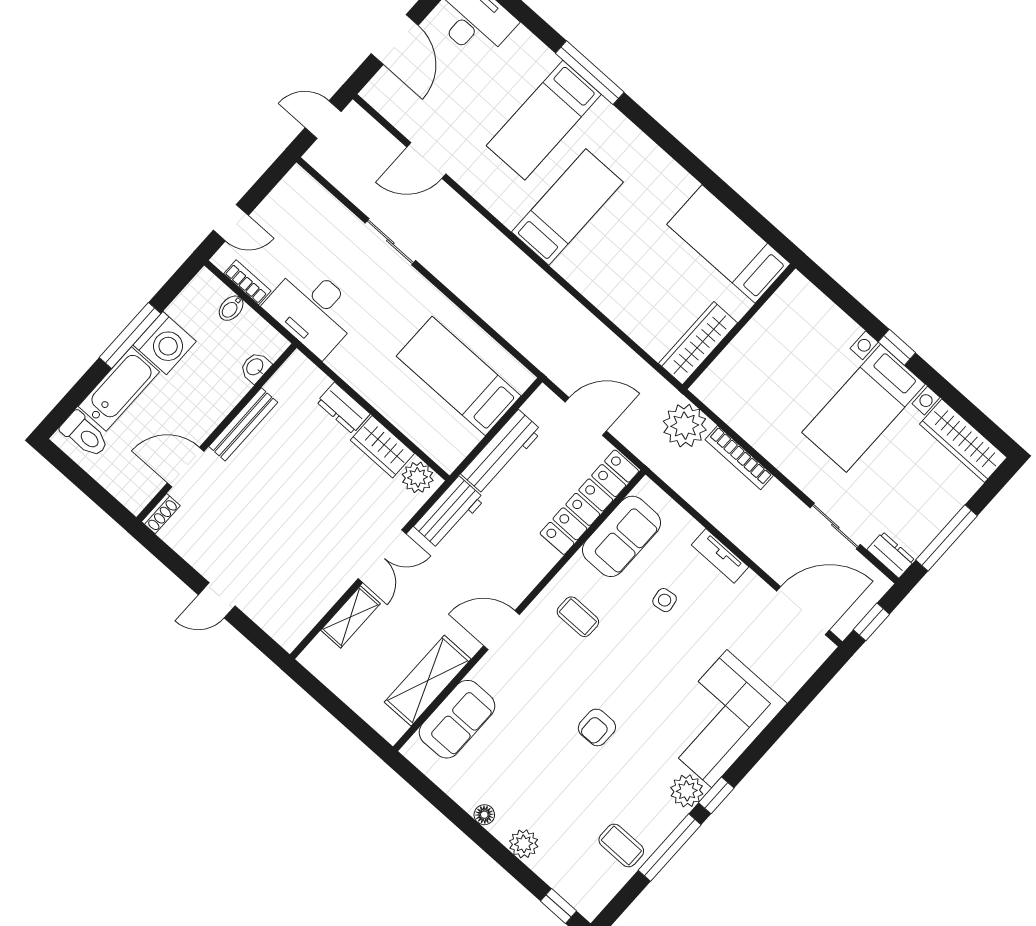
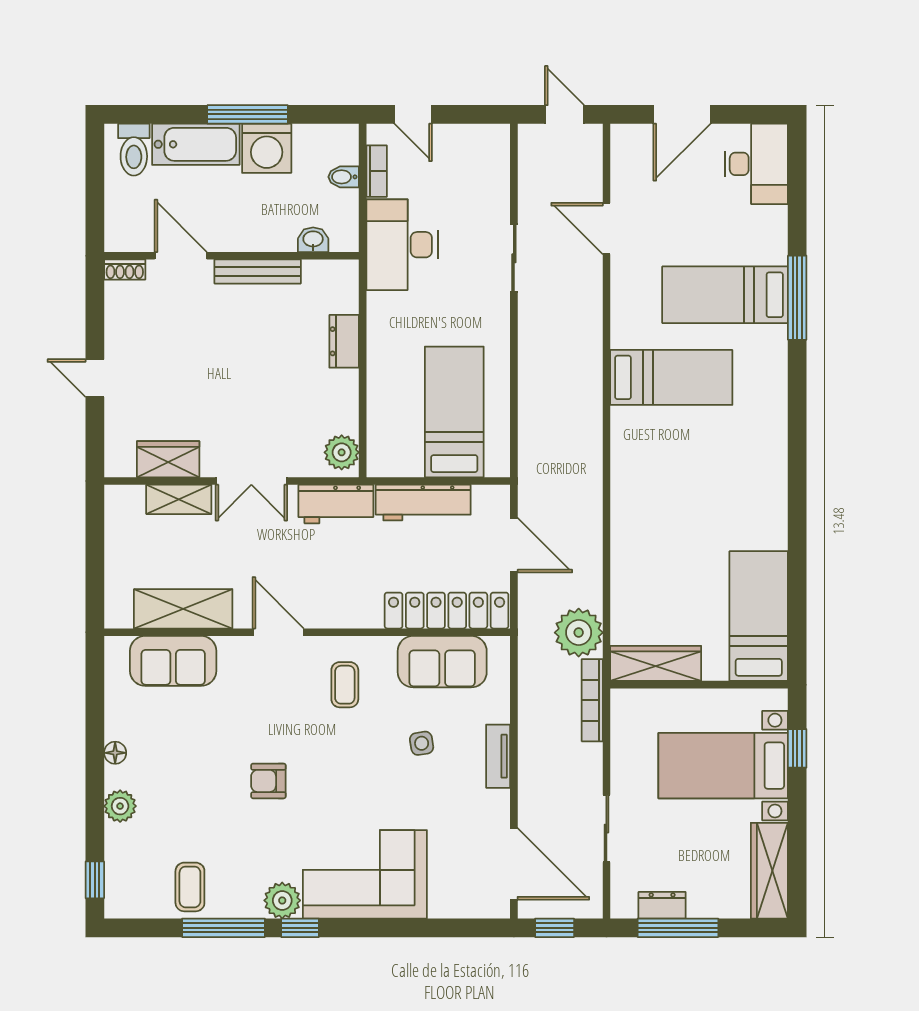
bed: (729, 244) -> (759, 616), moved
wall: (739, 326) -> (699, 685), moved
wardrobe: (698, 343) -> (656, 663), moved
wardrobe: (382, 447) -> (168, 459), moved, turned 90
dresser: (891, 555) -> (662, 905), moved, turned -90

